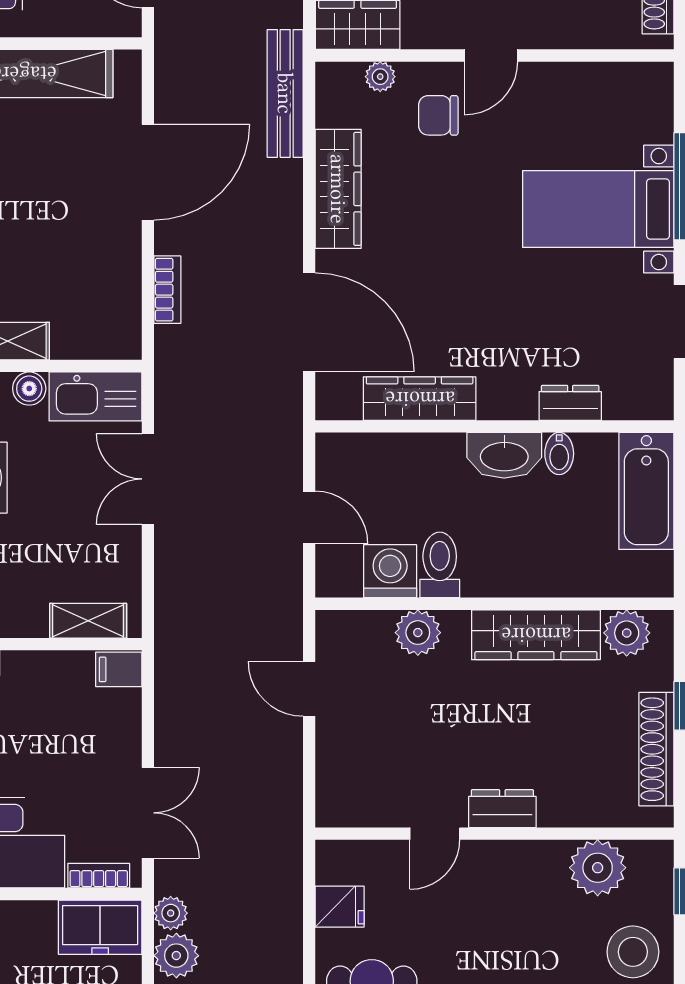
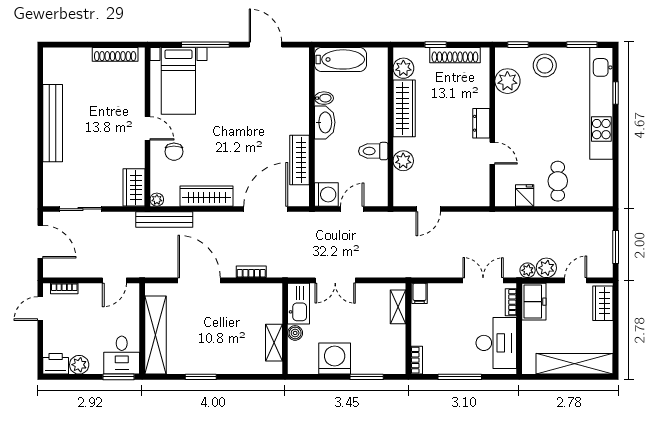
plant: (380, 77) -> (157, 200), moved
bed with nightstands: (598, 209) -> (178, 81), moved
dresser: (570, 403) -> (301, 93), removed
washing machine: (390, 571) -> (326, 195), moved, turned 180

